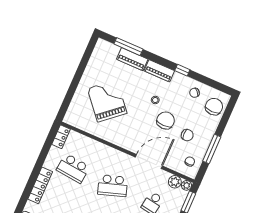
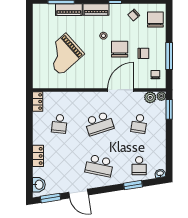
grand piano: (107, 101) -> (63, 54), turned -91
school desk: (73, 168) -> (59, 124), width x0.54
locker: (40, 185) -> (38, 156), width x0.66

